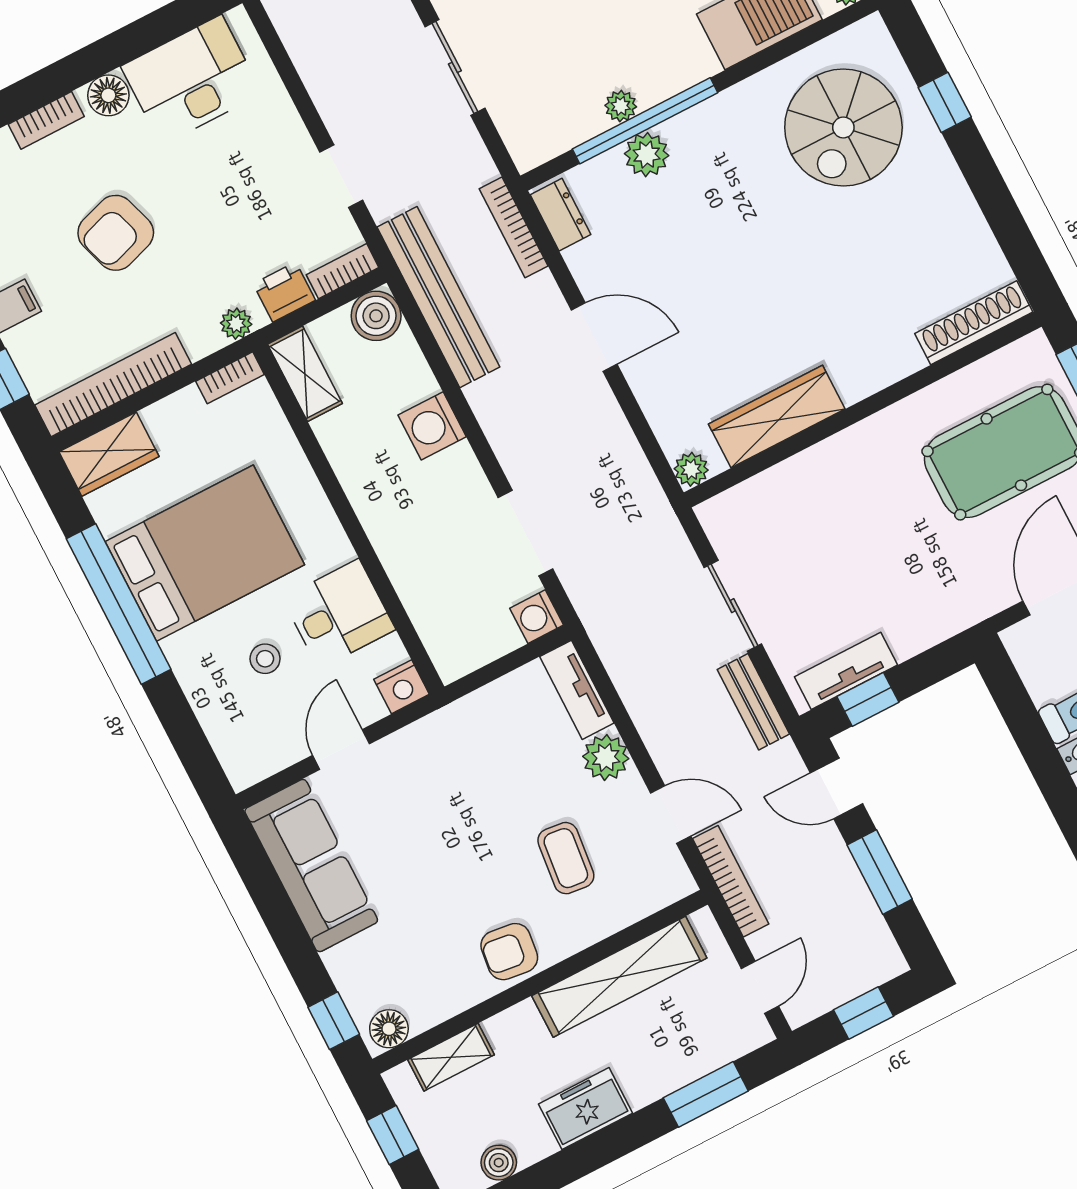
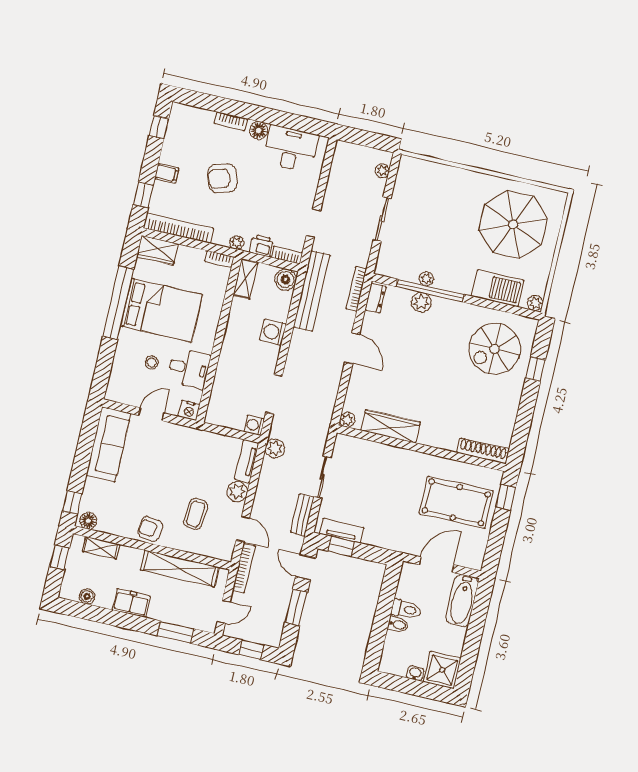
plant: (608, 626) -> (275, 448), added

